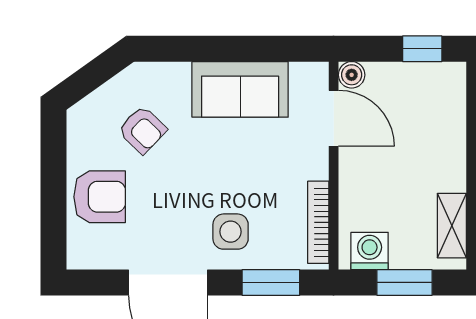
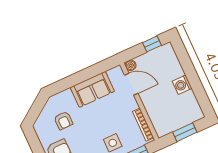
armchair: (142, 130) -> (63, 120), turned 46
shelving: (452, 226) -> (193, 104), removed
washing machine: (370, 251) -> (182, 85), moved, turned -90

